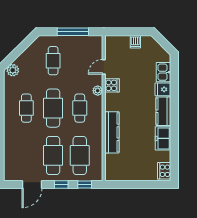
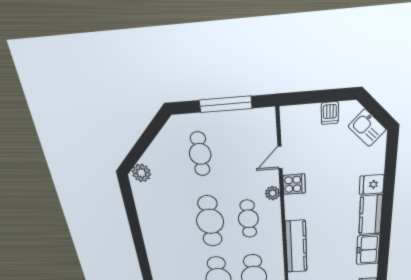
kitchen sink: (163, 72) -> (367, 128), moved, turned -45
cafe table: (26, 108) -> (172, 224), removed

